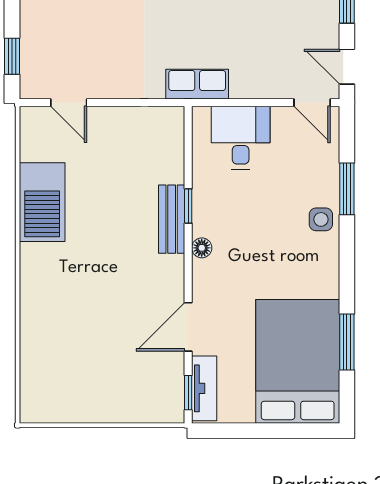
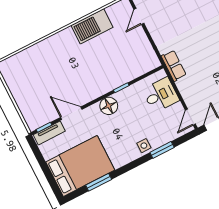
bench: (172, 219) -> (112, 84), removed
floor lamp: (202, 248) -> (109, 106), width x1.89, depth x1.89

